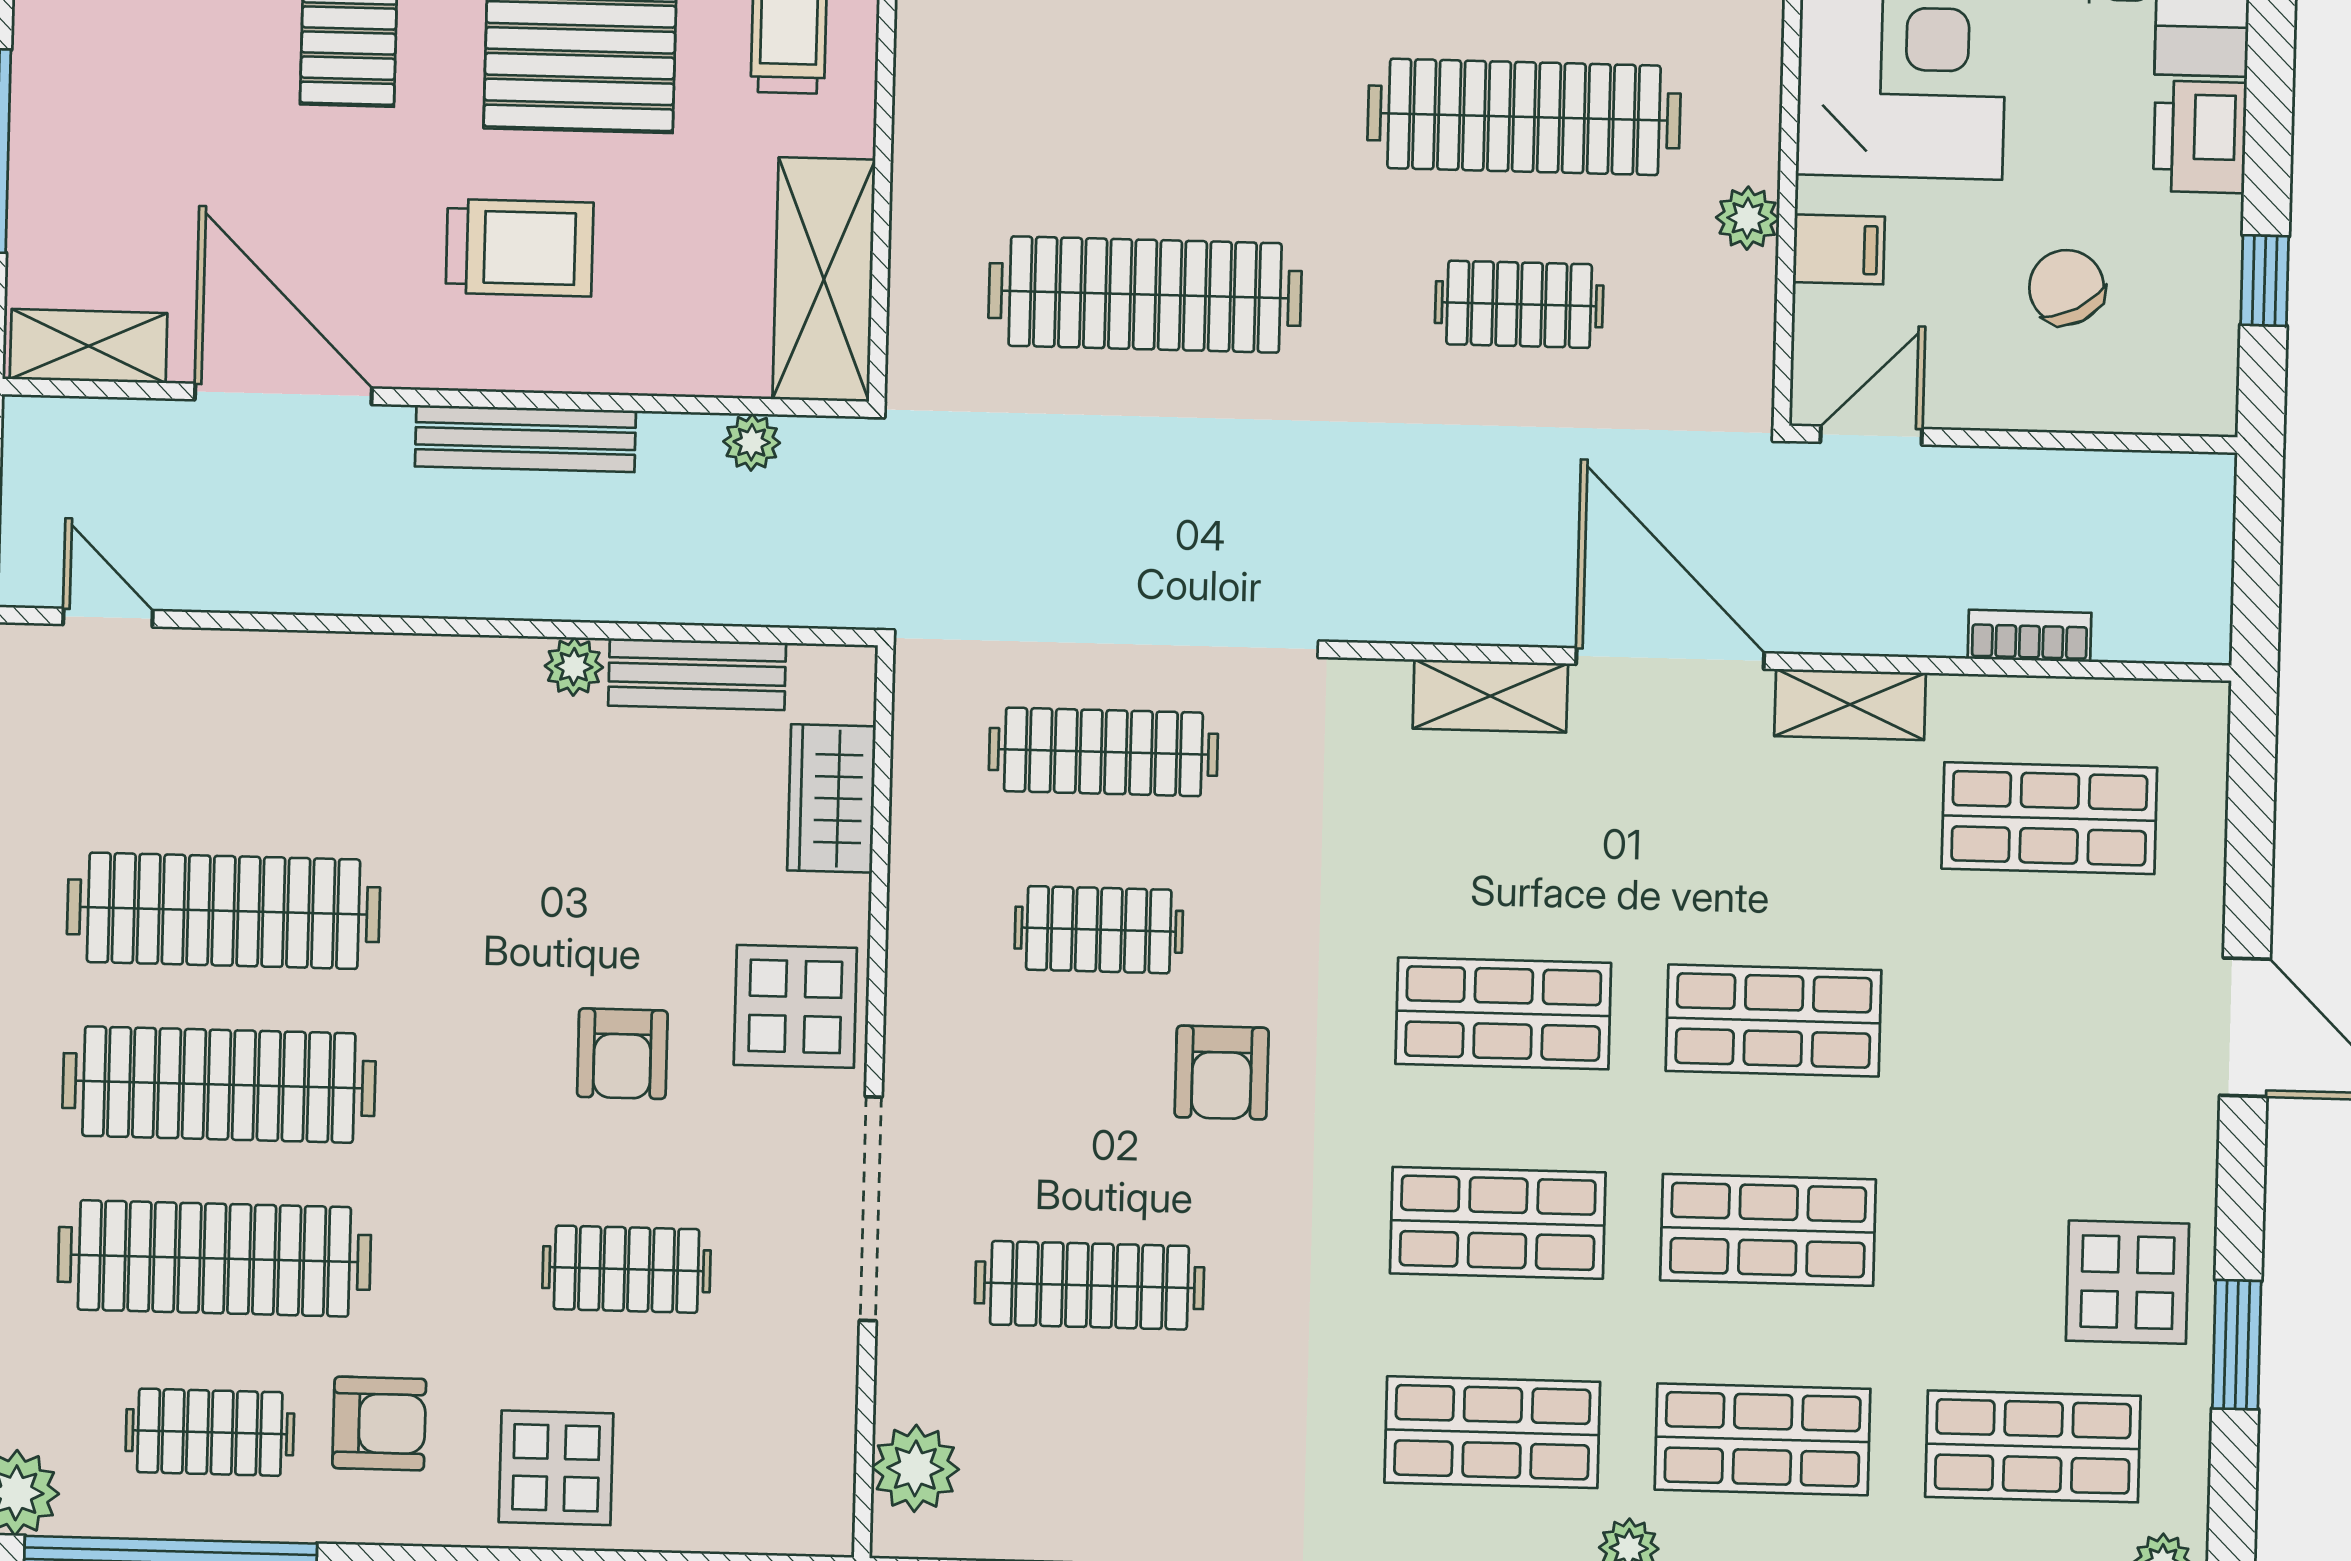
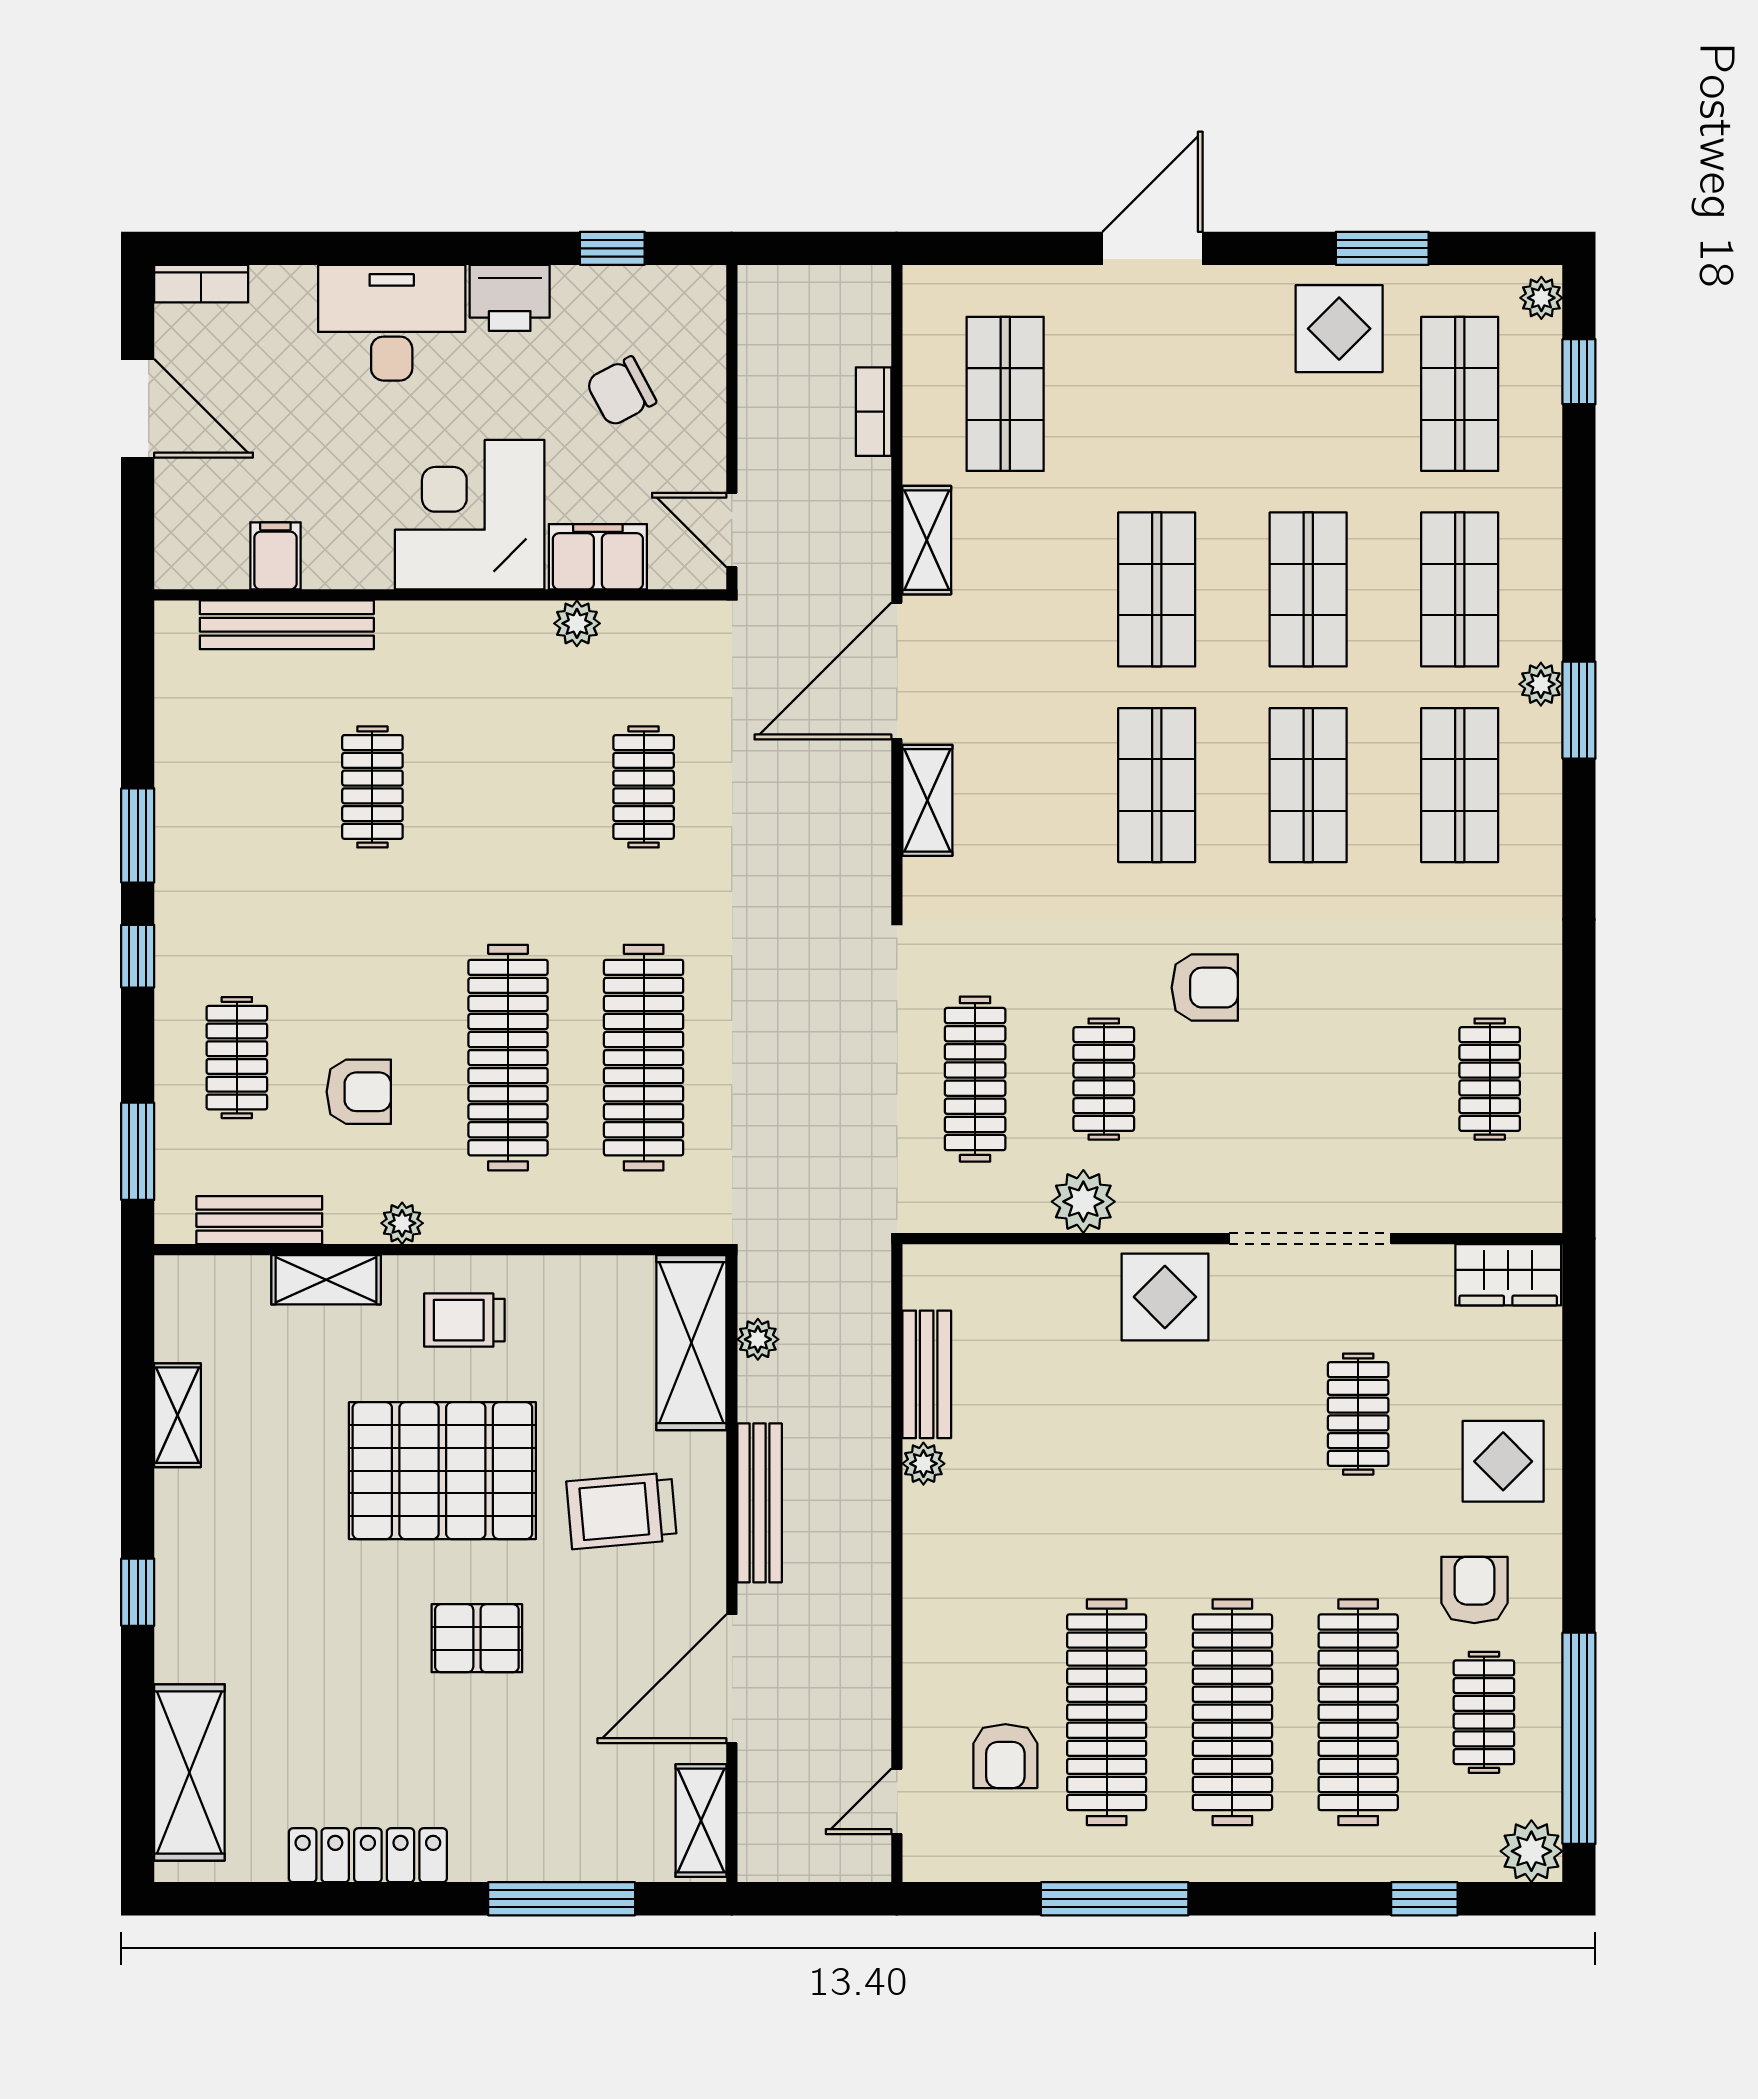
clothes rail: (1524, 117) -> (508, 1058), moved
trolley: (520, 248) -> (622, 1511), turned -95
filing cabinet: (1839, 249) -> (598, 557), width x2.00
shelving: (824, 279) -> (691, 1343), moved, turned 90
wardrobe: (831, 798) -> (1508, 1275), moved
armchair: (622, 1054) -> (1005, 1756), moved, turned 90
clothes rail: (1089, 1285) -> (1490, 1079), moved, width x0.73
plant: (915, 1468) -> (1083, 1202), moved

